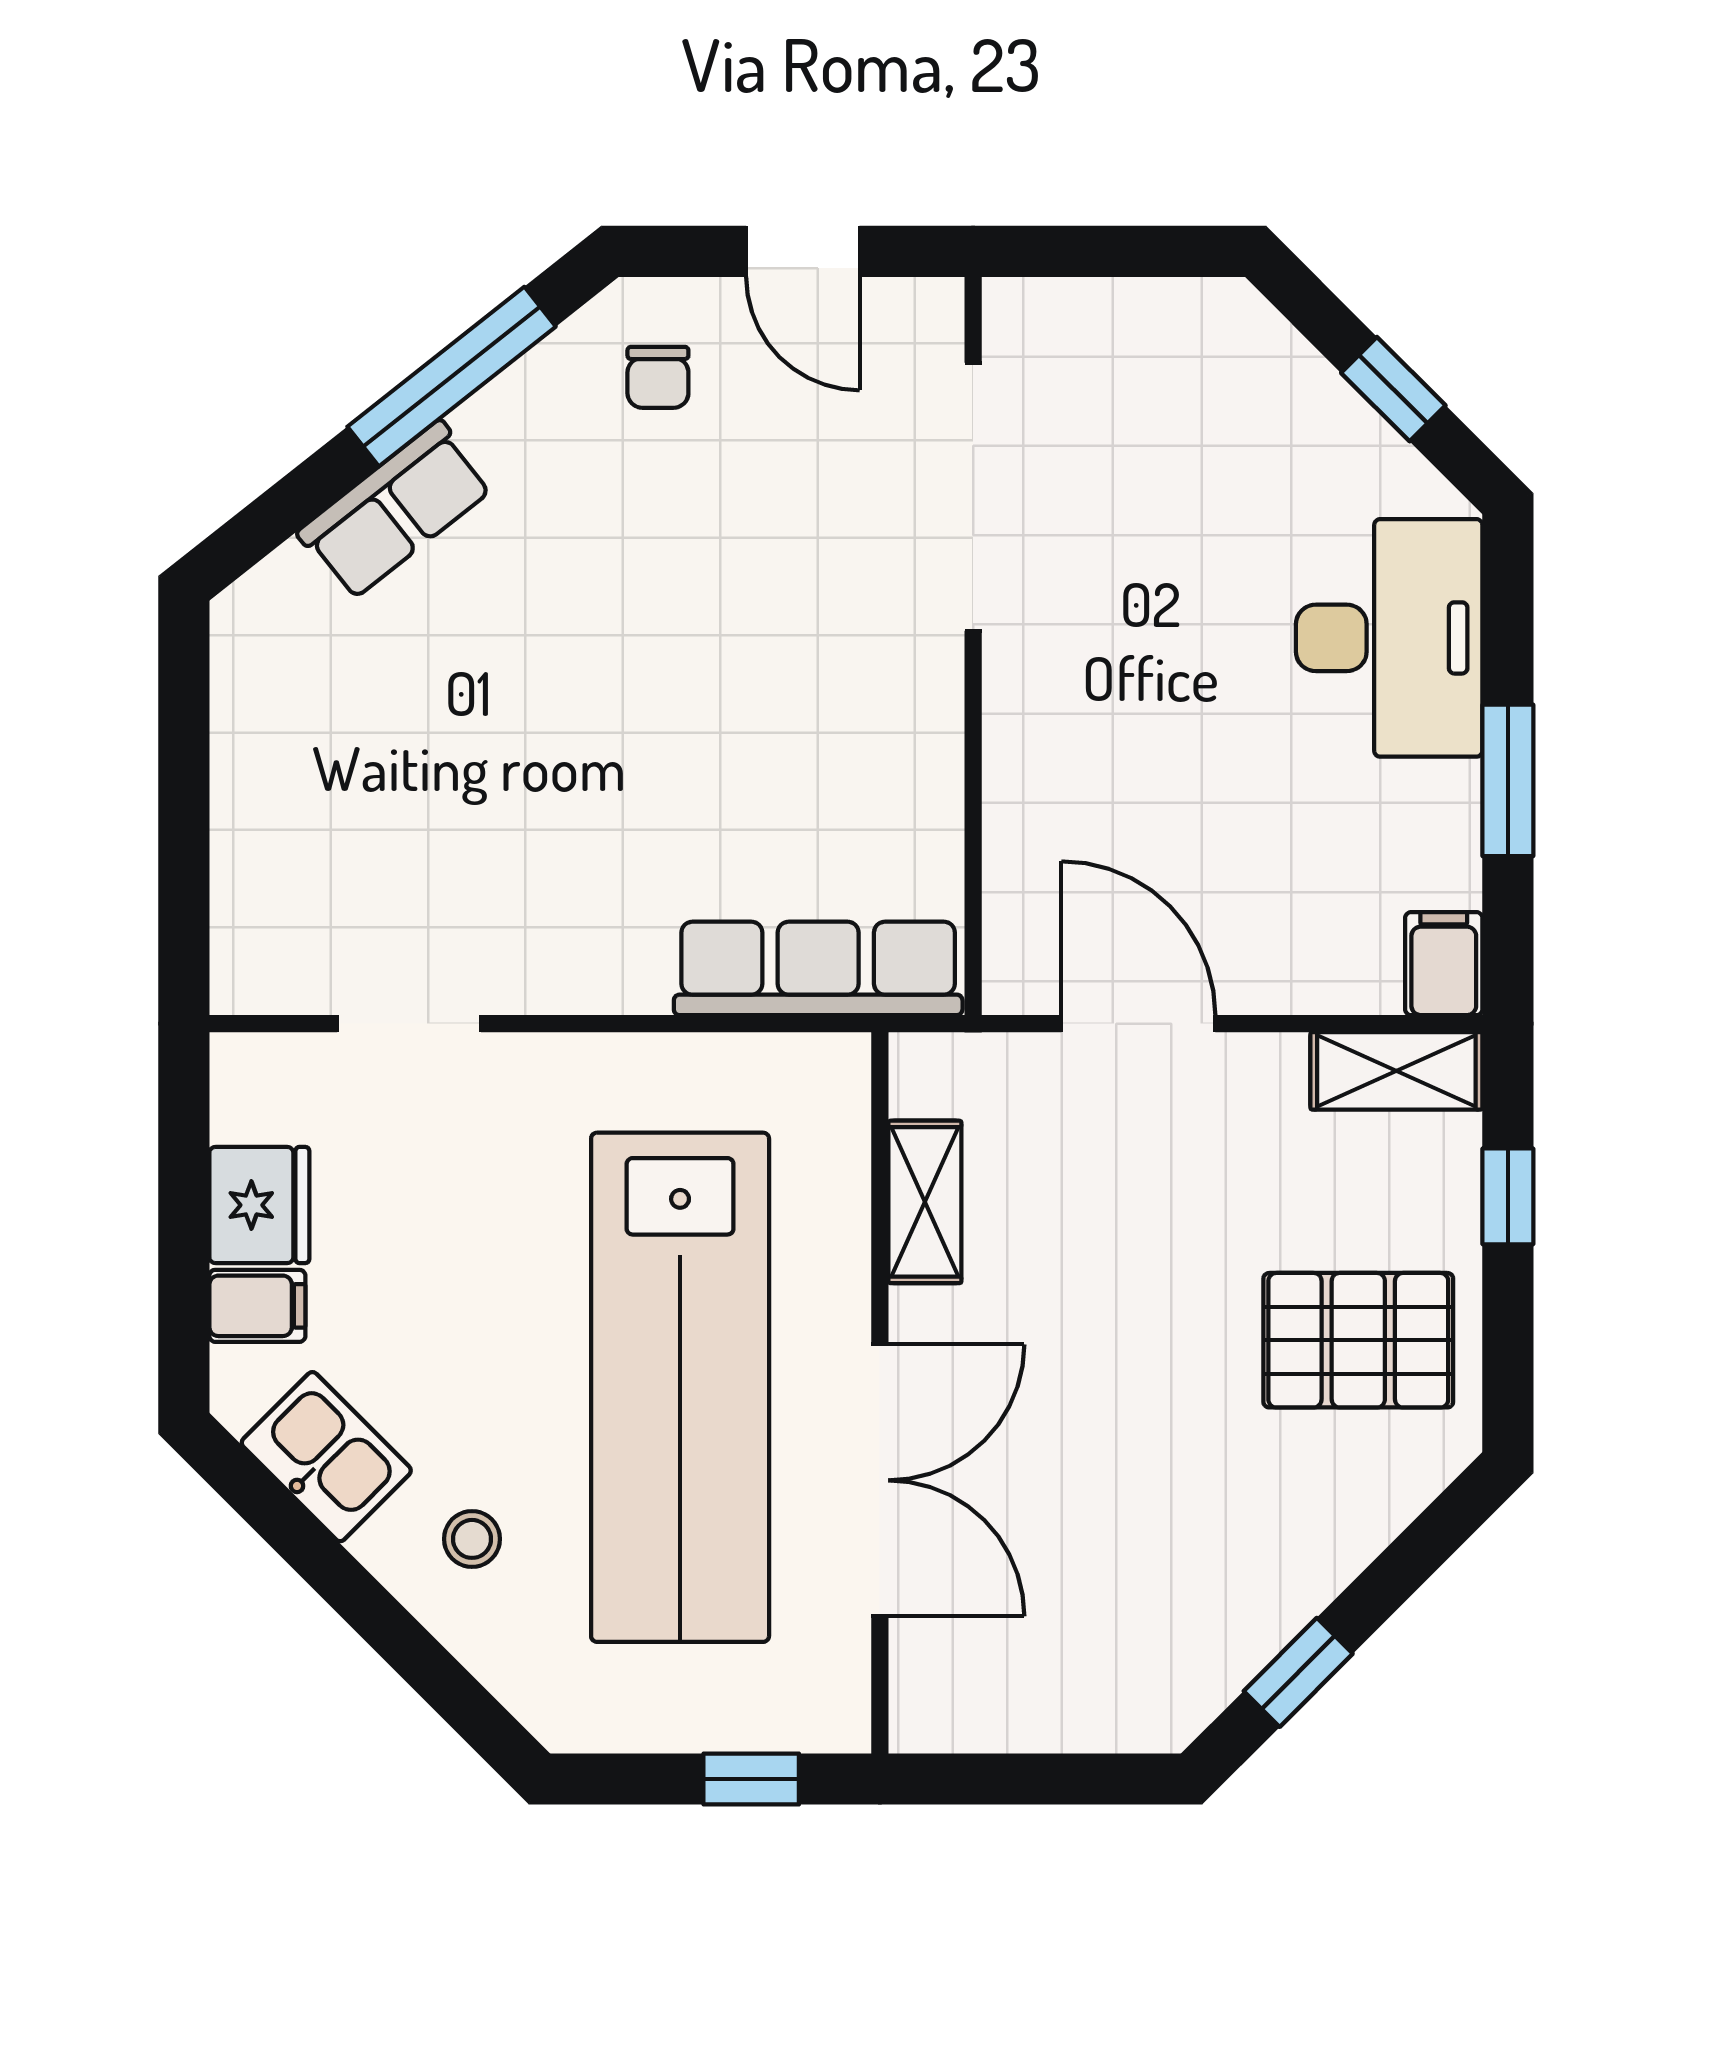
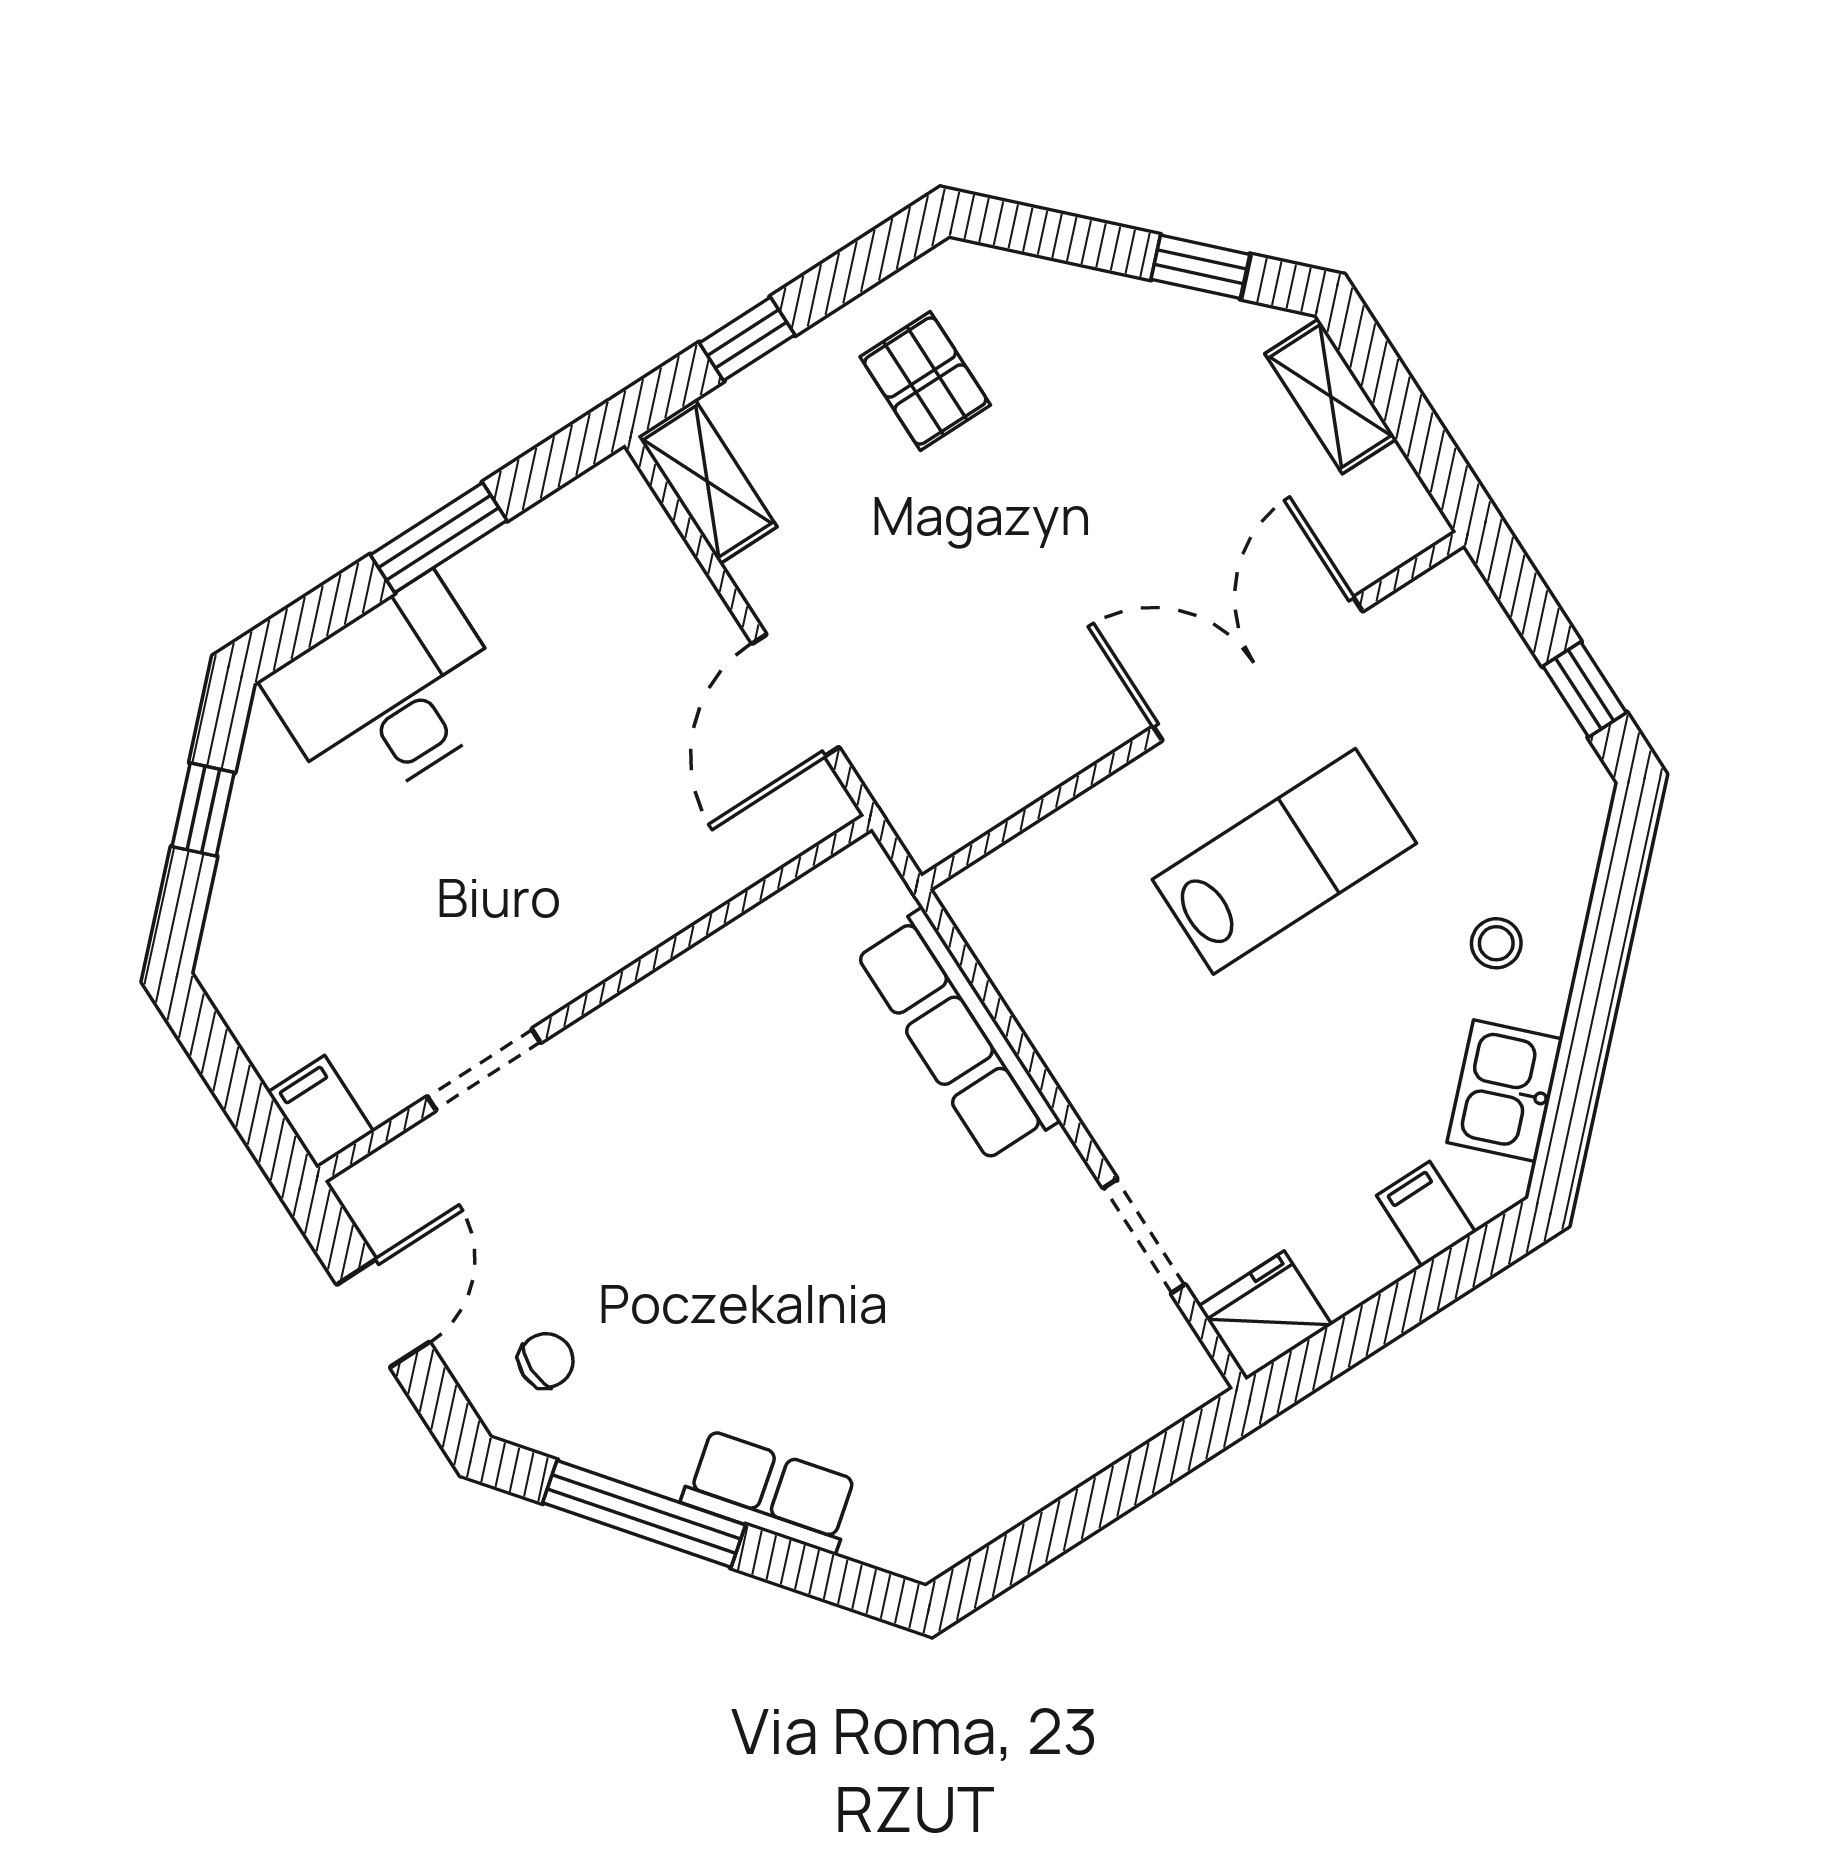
doorway: (973, 497) -> (484, 1070), width x0.53
filing cabinet: (1444, 964) -> (321, 1112), moved, turned 90
row of seats: (818, 968) -> (957, 1036), moved
shelving: (925, 1202) -> (1331, 396), moved, turned 90
fridge: (259, 1205) -> (1265, 1315), moved
pallet: (1358, 1340) -> (925, 381), width x0.67, depth x0.71
lab bench: (680, 1387) -> (1284, 861), width x0.54, depth x0.72
window: (751, 1779) -> (1585, 689), moved

